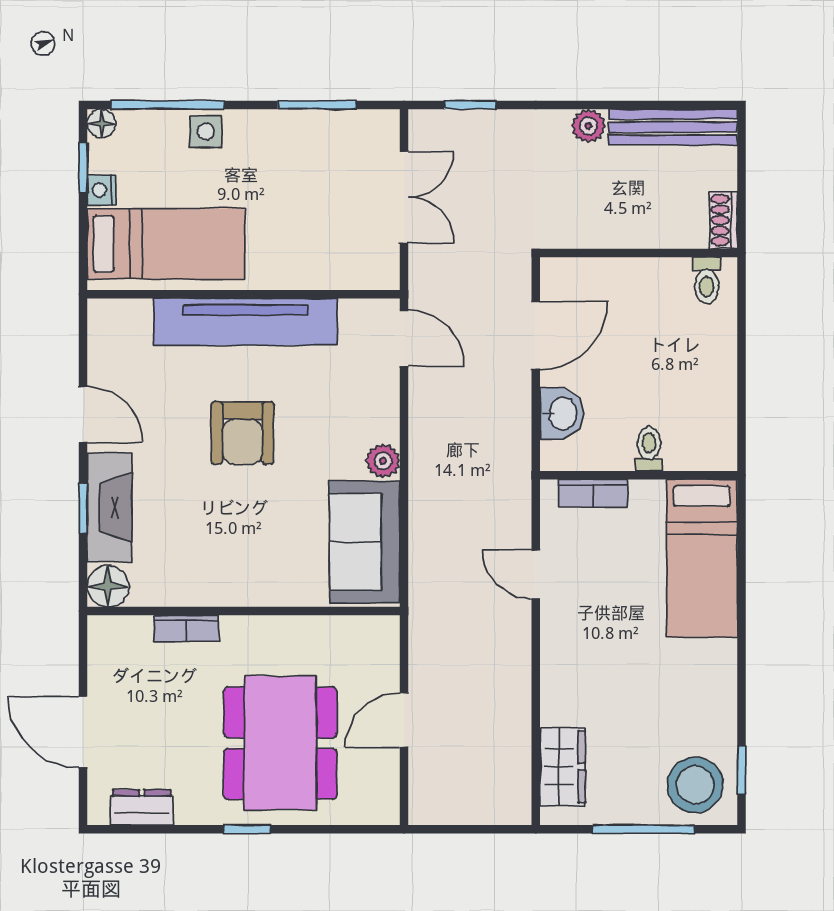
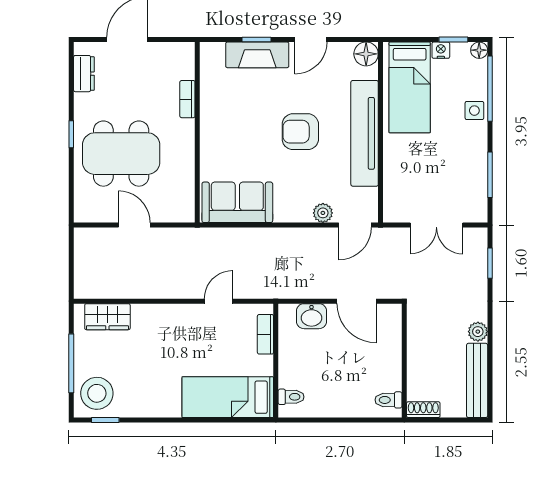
toilet: (649, 449) -> (291, 397), moved
plant: (383, 461) -> (323, 213), moved
floor lamp: (108, 586) -> (366, 54), moved

